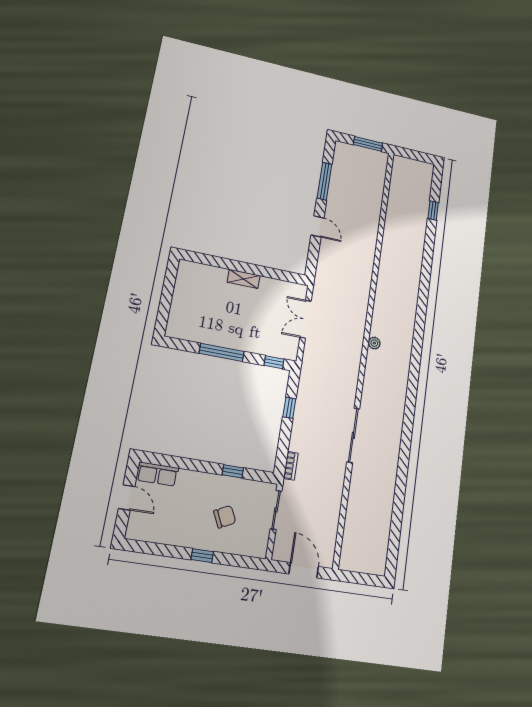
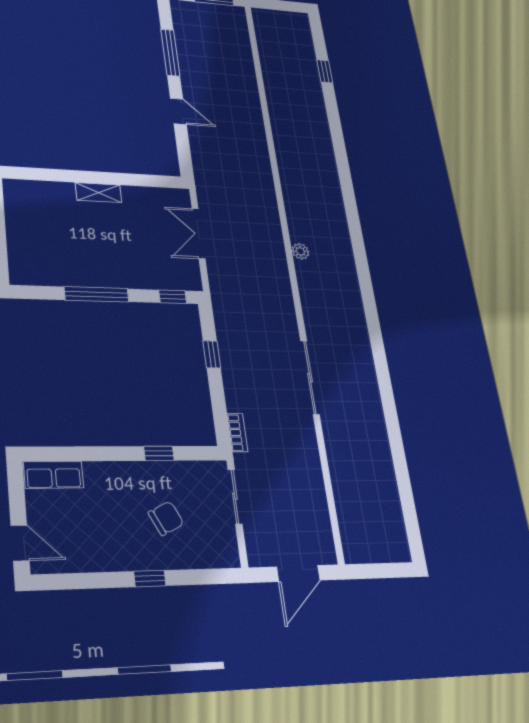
door: (127, 497) -> (20, 543), moved
door: (304, 570) -> (298, 574), swing flipped

